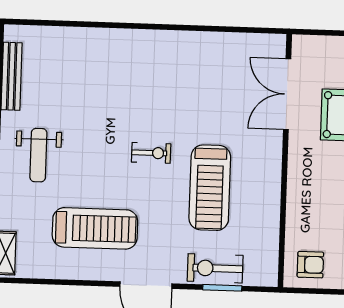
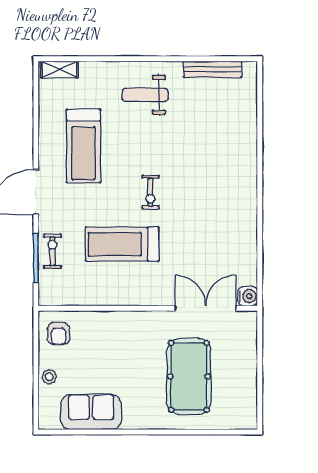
water cooler: (275, 45) -> (248, 296), added
exercise bike: (215, 268) -> (53, 251), width x0.73, depth x0.72
window: (222, 288) -> (36, 258), width x1.44

